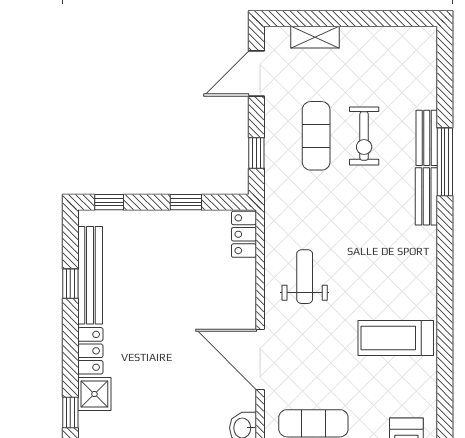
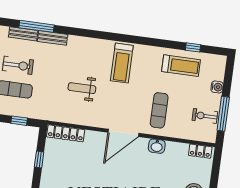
locker: (244, 234) -> (66, 133), width x1.53
weight bench: (305, 277) -> (82, 88), moved

